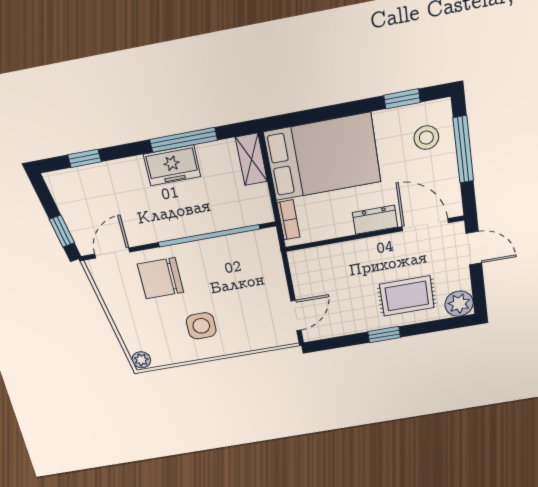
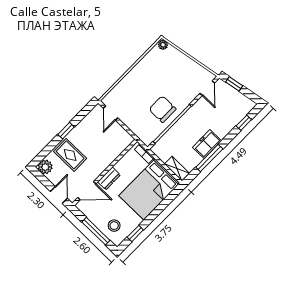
door: (474, 248) -> (59, 195), swing flipped
chair: (160, 278) -> (163, 109), moved, turned -90
rug: (407, 296) -> (70, 155), turned 90
side table: (201, 326) -> (148, 80), removed

